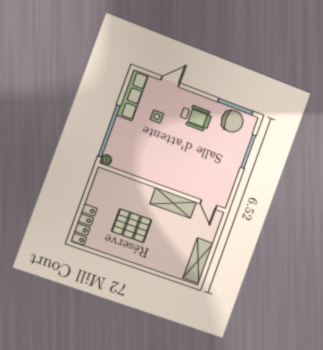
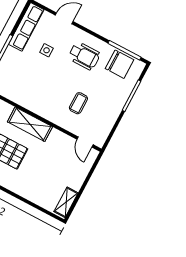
coffee table: (196, 166) -> (78, 103), added
shelving: (173, 203) -> (30, 124), moved
shelving: (198, 261) -> (66, 202), width x0.67, depth x0.75

